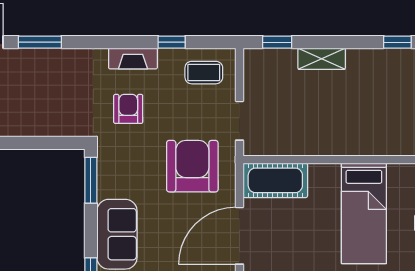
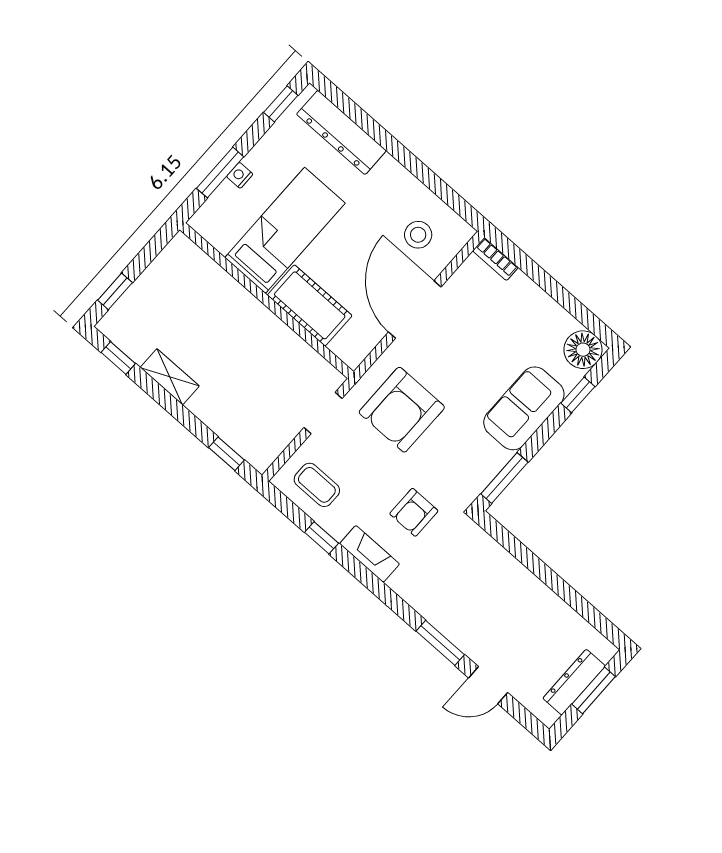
shelving: (322, 59) -> (170, 377), moved
cot: (275, 180) -> (310, 305), moved
door: (239, 236) -> (415, 309), swing flipped

